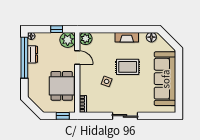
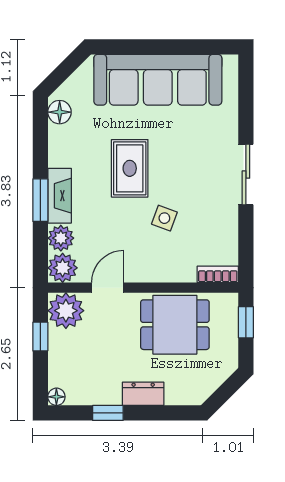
window: (114, 29) -> (40, 200), added
fireplace: (127, 37) -> (60, 196), moved
plant: (98, 38) -> (61, 238), added
dresser: (33, 54) -> (143, 394), moved
window: (24, 58) -> (108, 413), width x0.32

